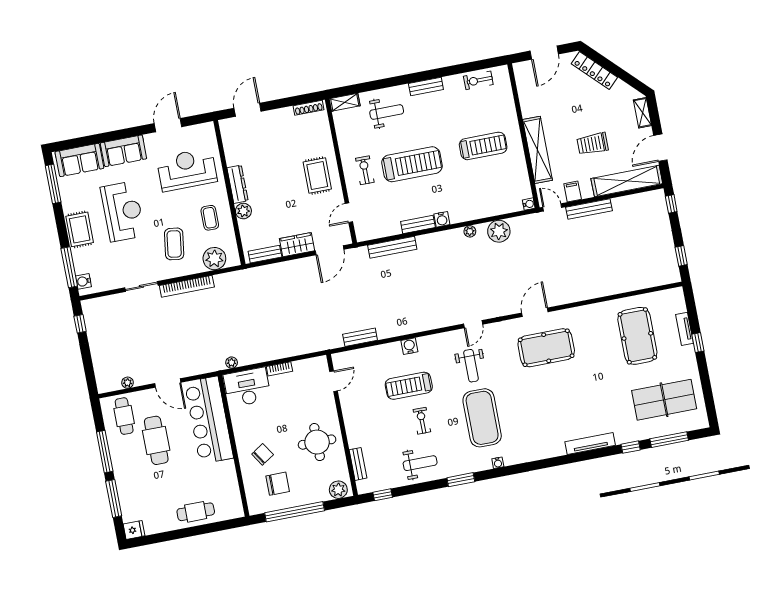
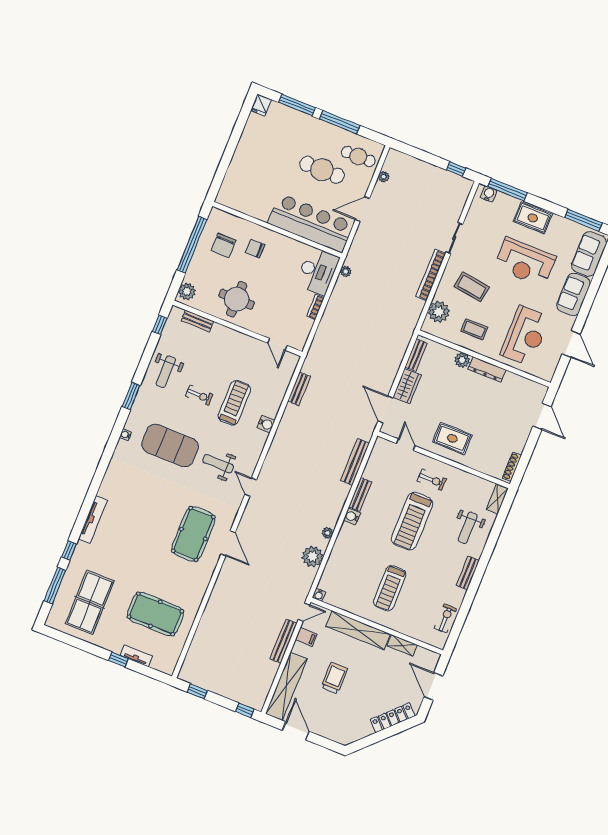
shelving: (642, 113) -> (402, 645), moved
chair: (263, 454) -> (255, 249), turned 123
cafe table: (196, 512) -> (243, 164), removed

